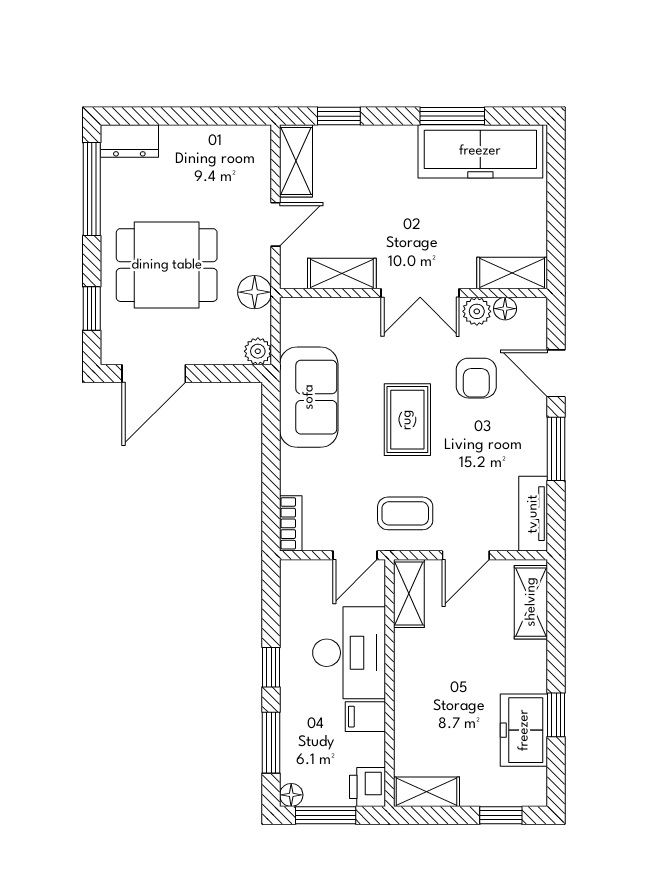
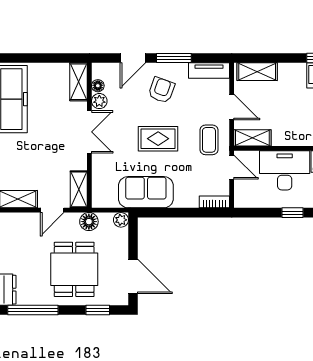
door: (276, 224) -> (52, 210), swing flipped
shelving: (342, 274) -> (79, 189), moved
armchair: (476, 378) -> (161, 90), moved, turned -70

